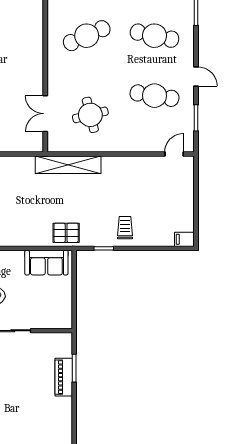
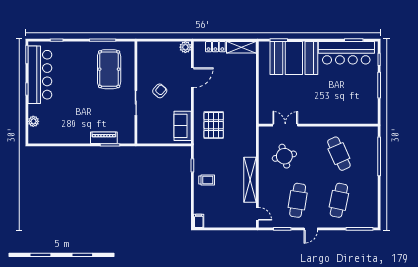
shelving: (68, 165) -> (250, 180), moved
pallet: (66, 233) -> (214, 125), moved, width x1.50, depth x1.42

